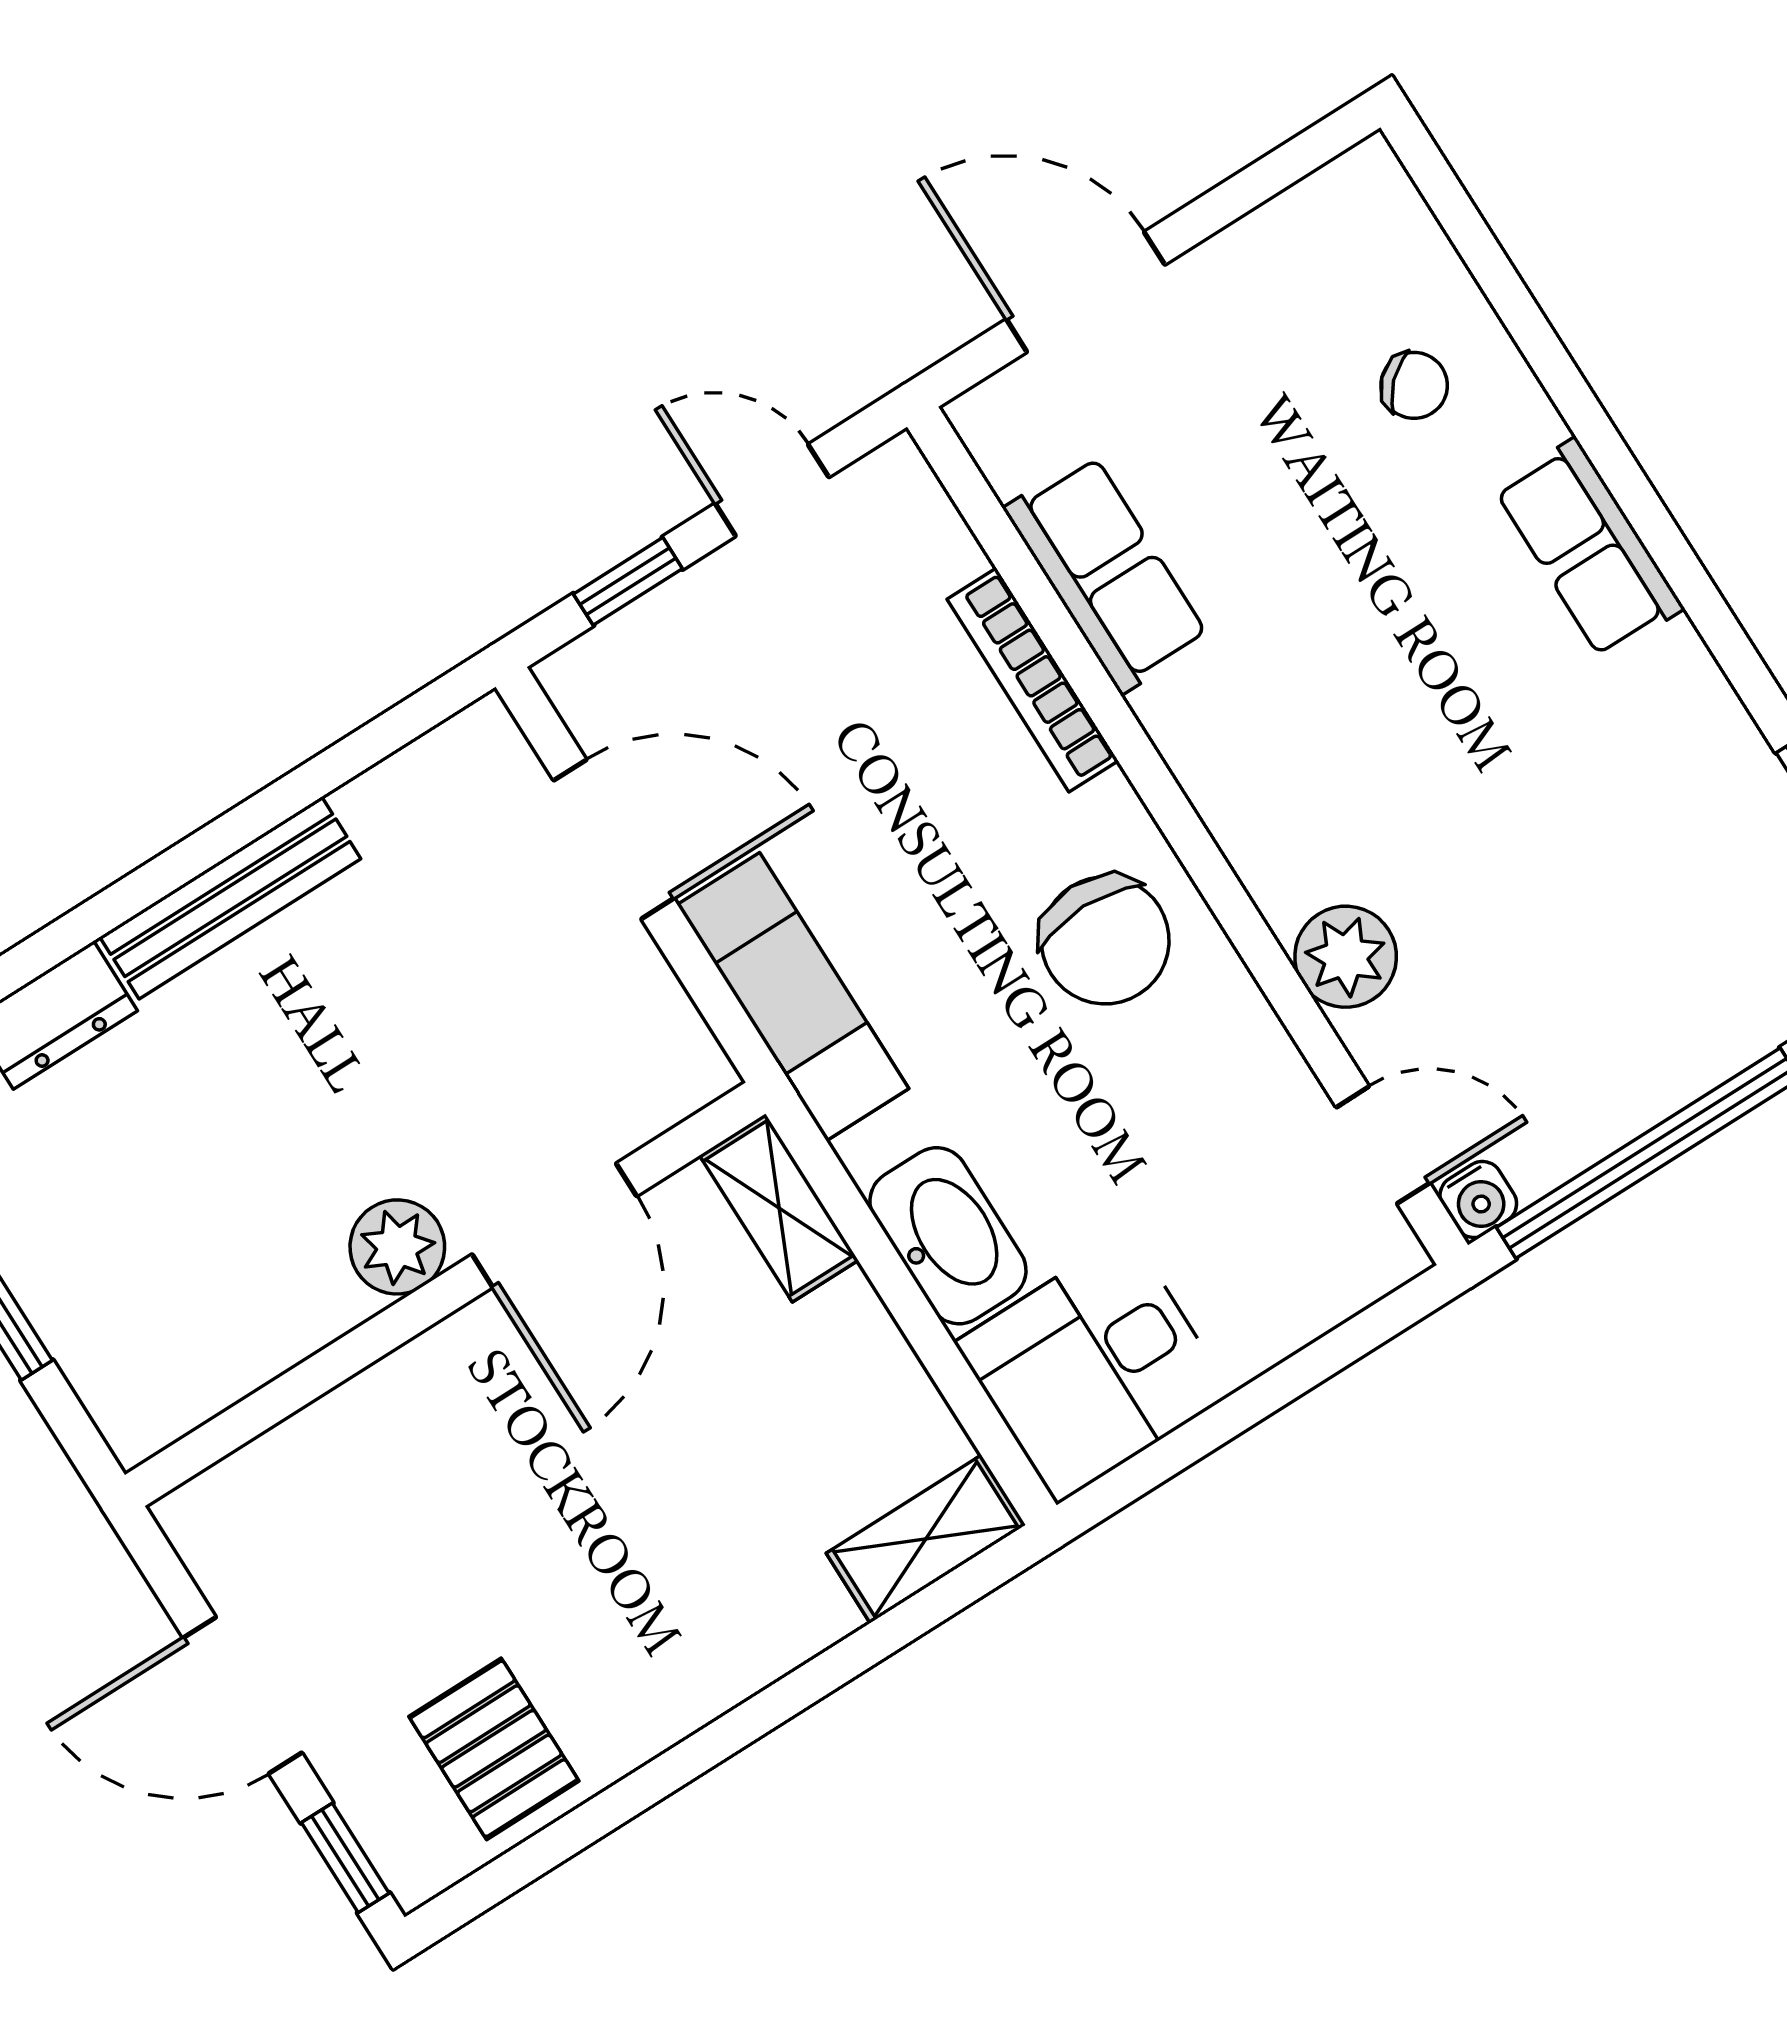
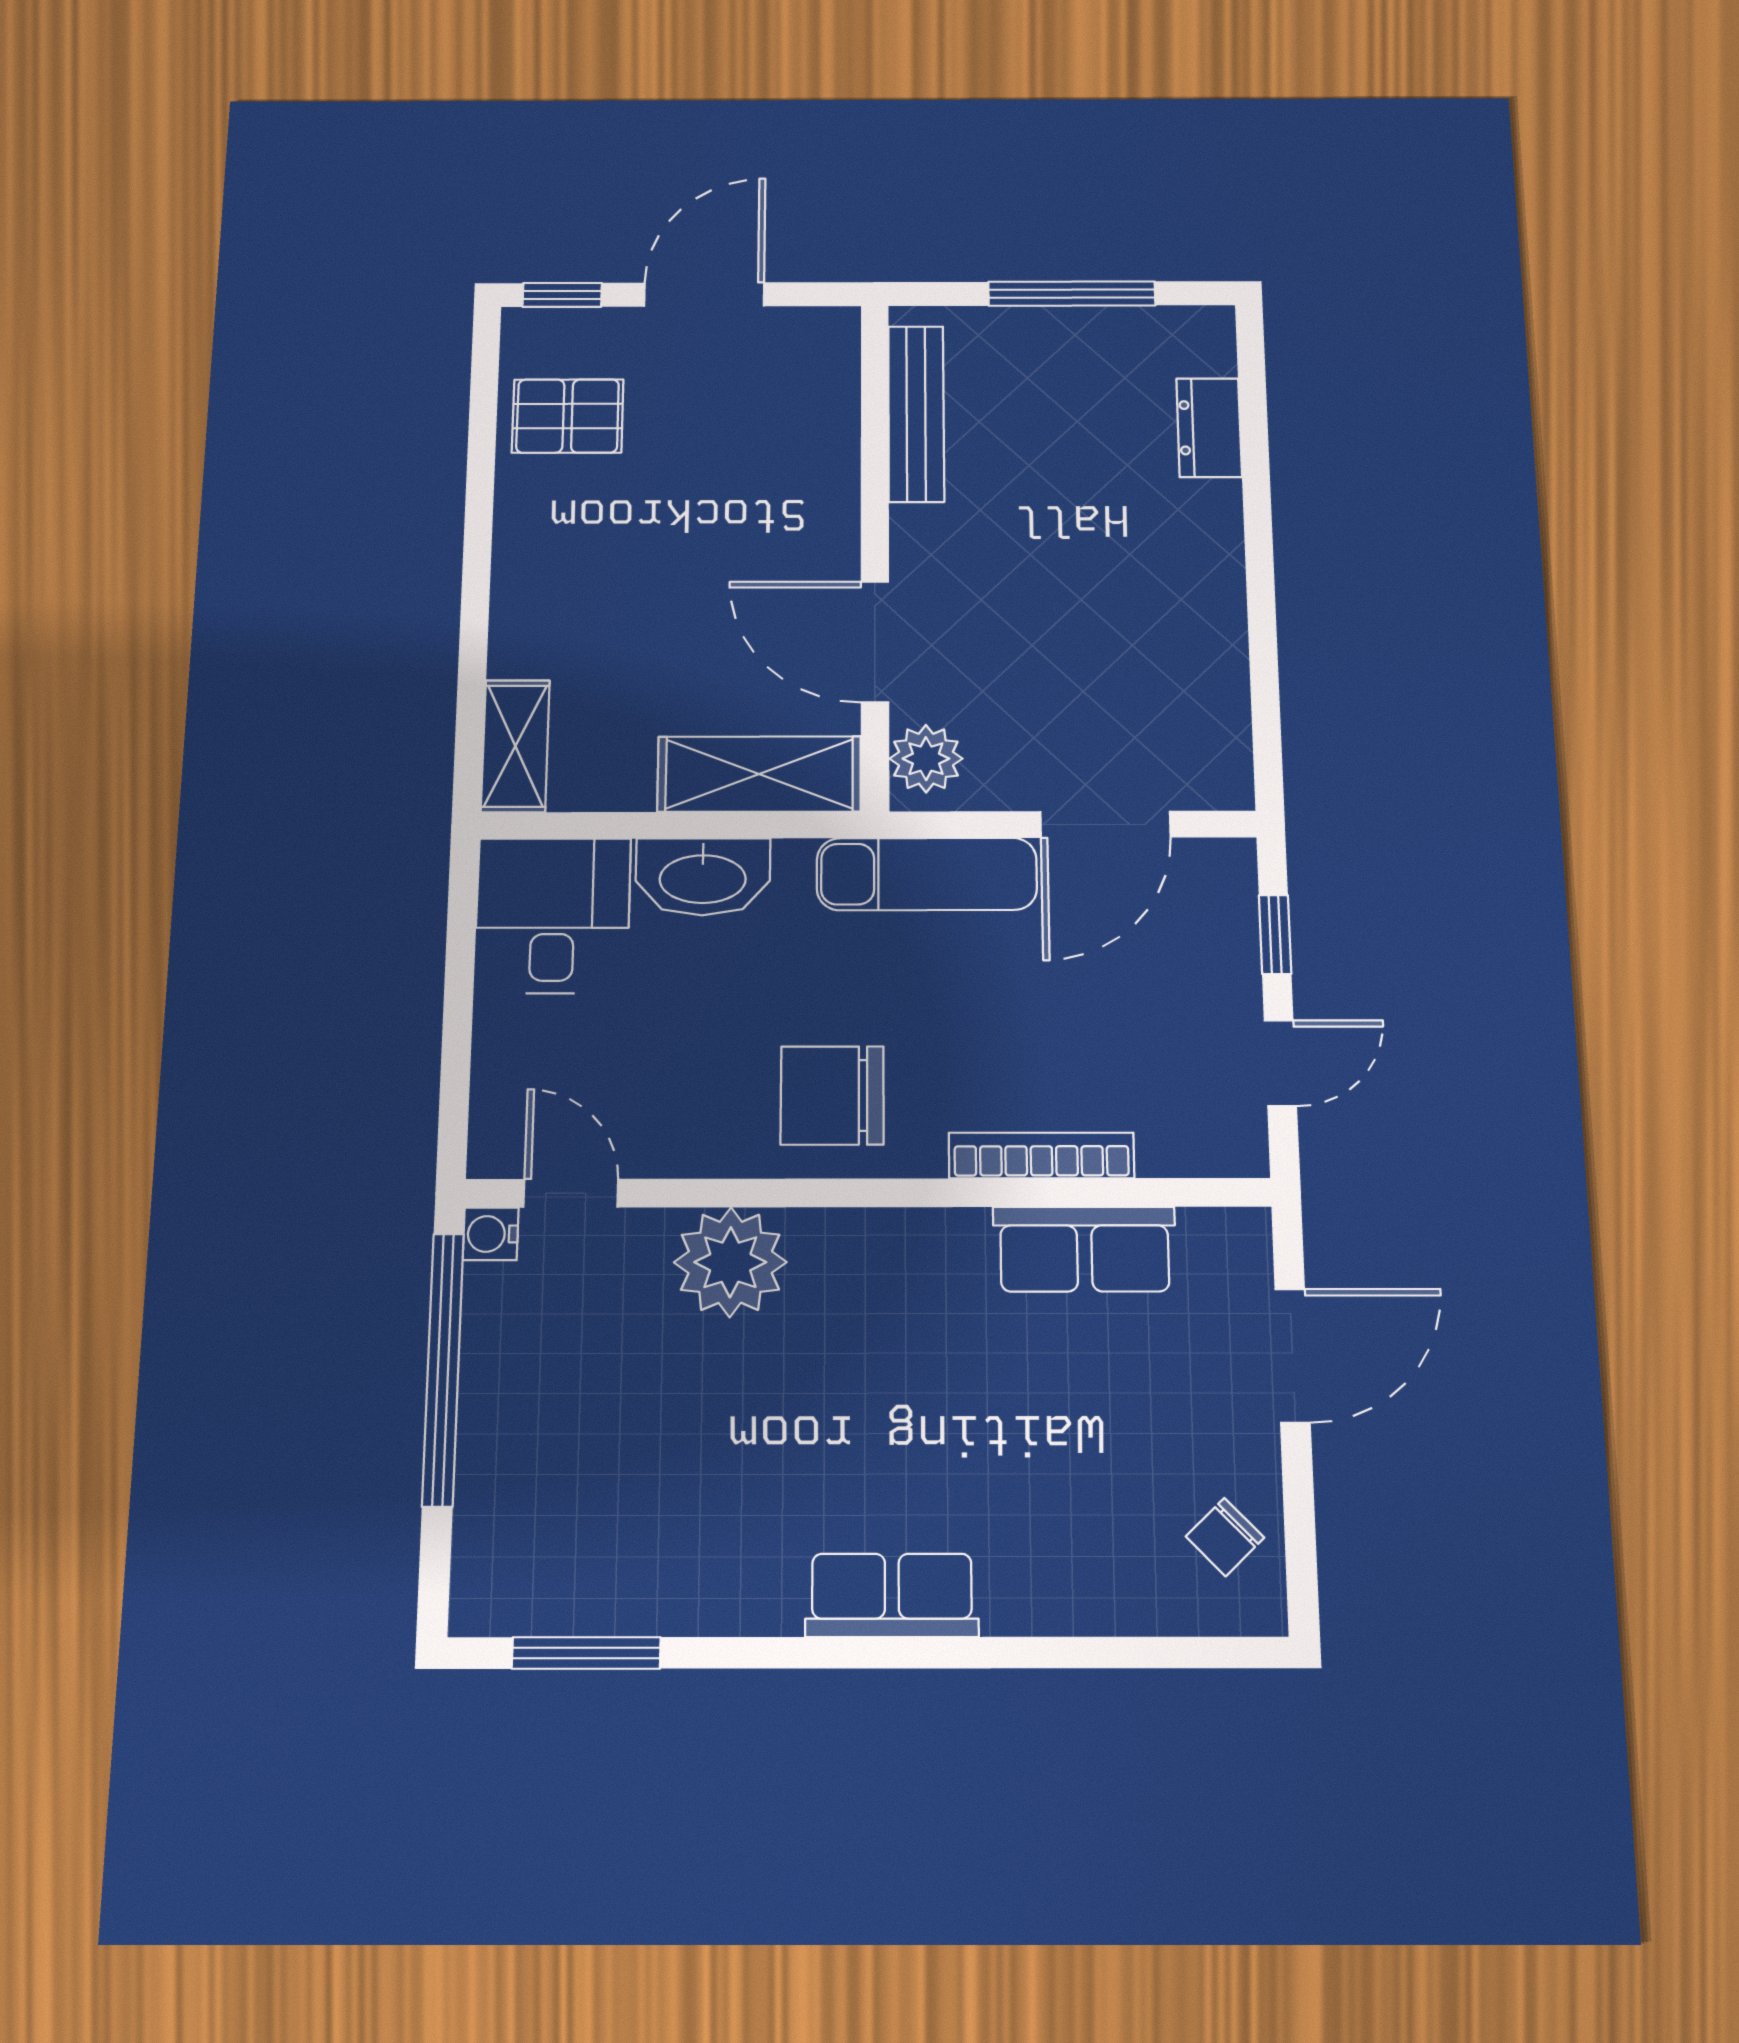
chair: (1414, 385) -> (1225, 1537), moved
bench: (230, 898) -> (916, 414), moved
plant: (1346, 957) -> (730, 1262), width x1.36, depth x1.36
door: (1383, 1145) -> (571, 1193), swing flipped
shelving: (779, 1208) -> (759, 774), width x1.50, depth x1.33
plant: (397, 1247) -> (926, 759), moved

